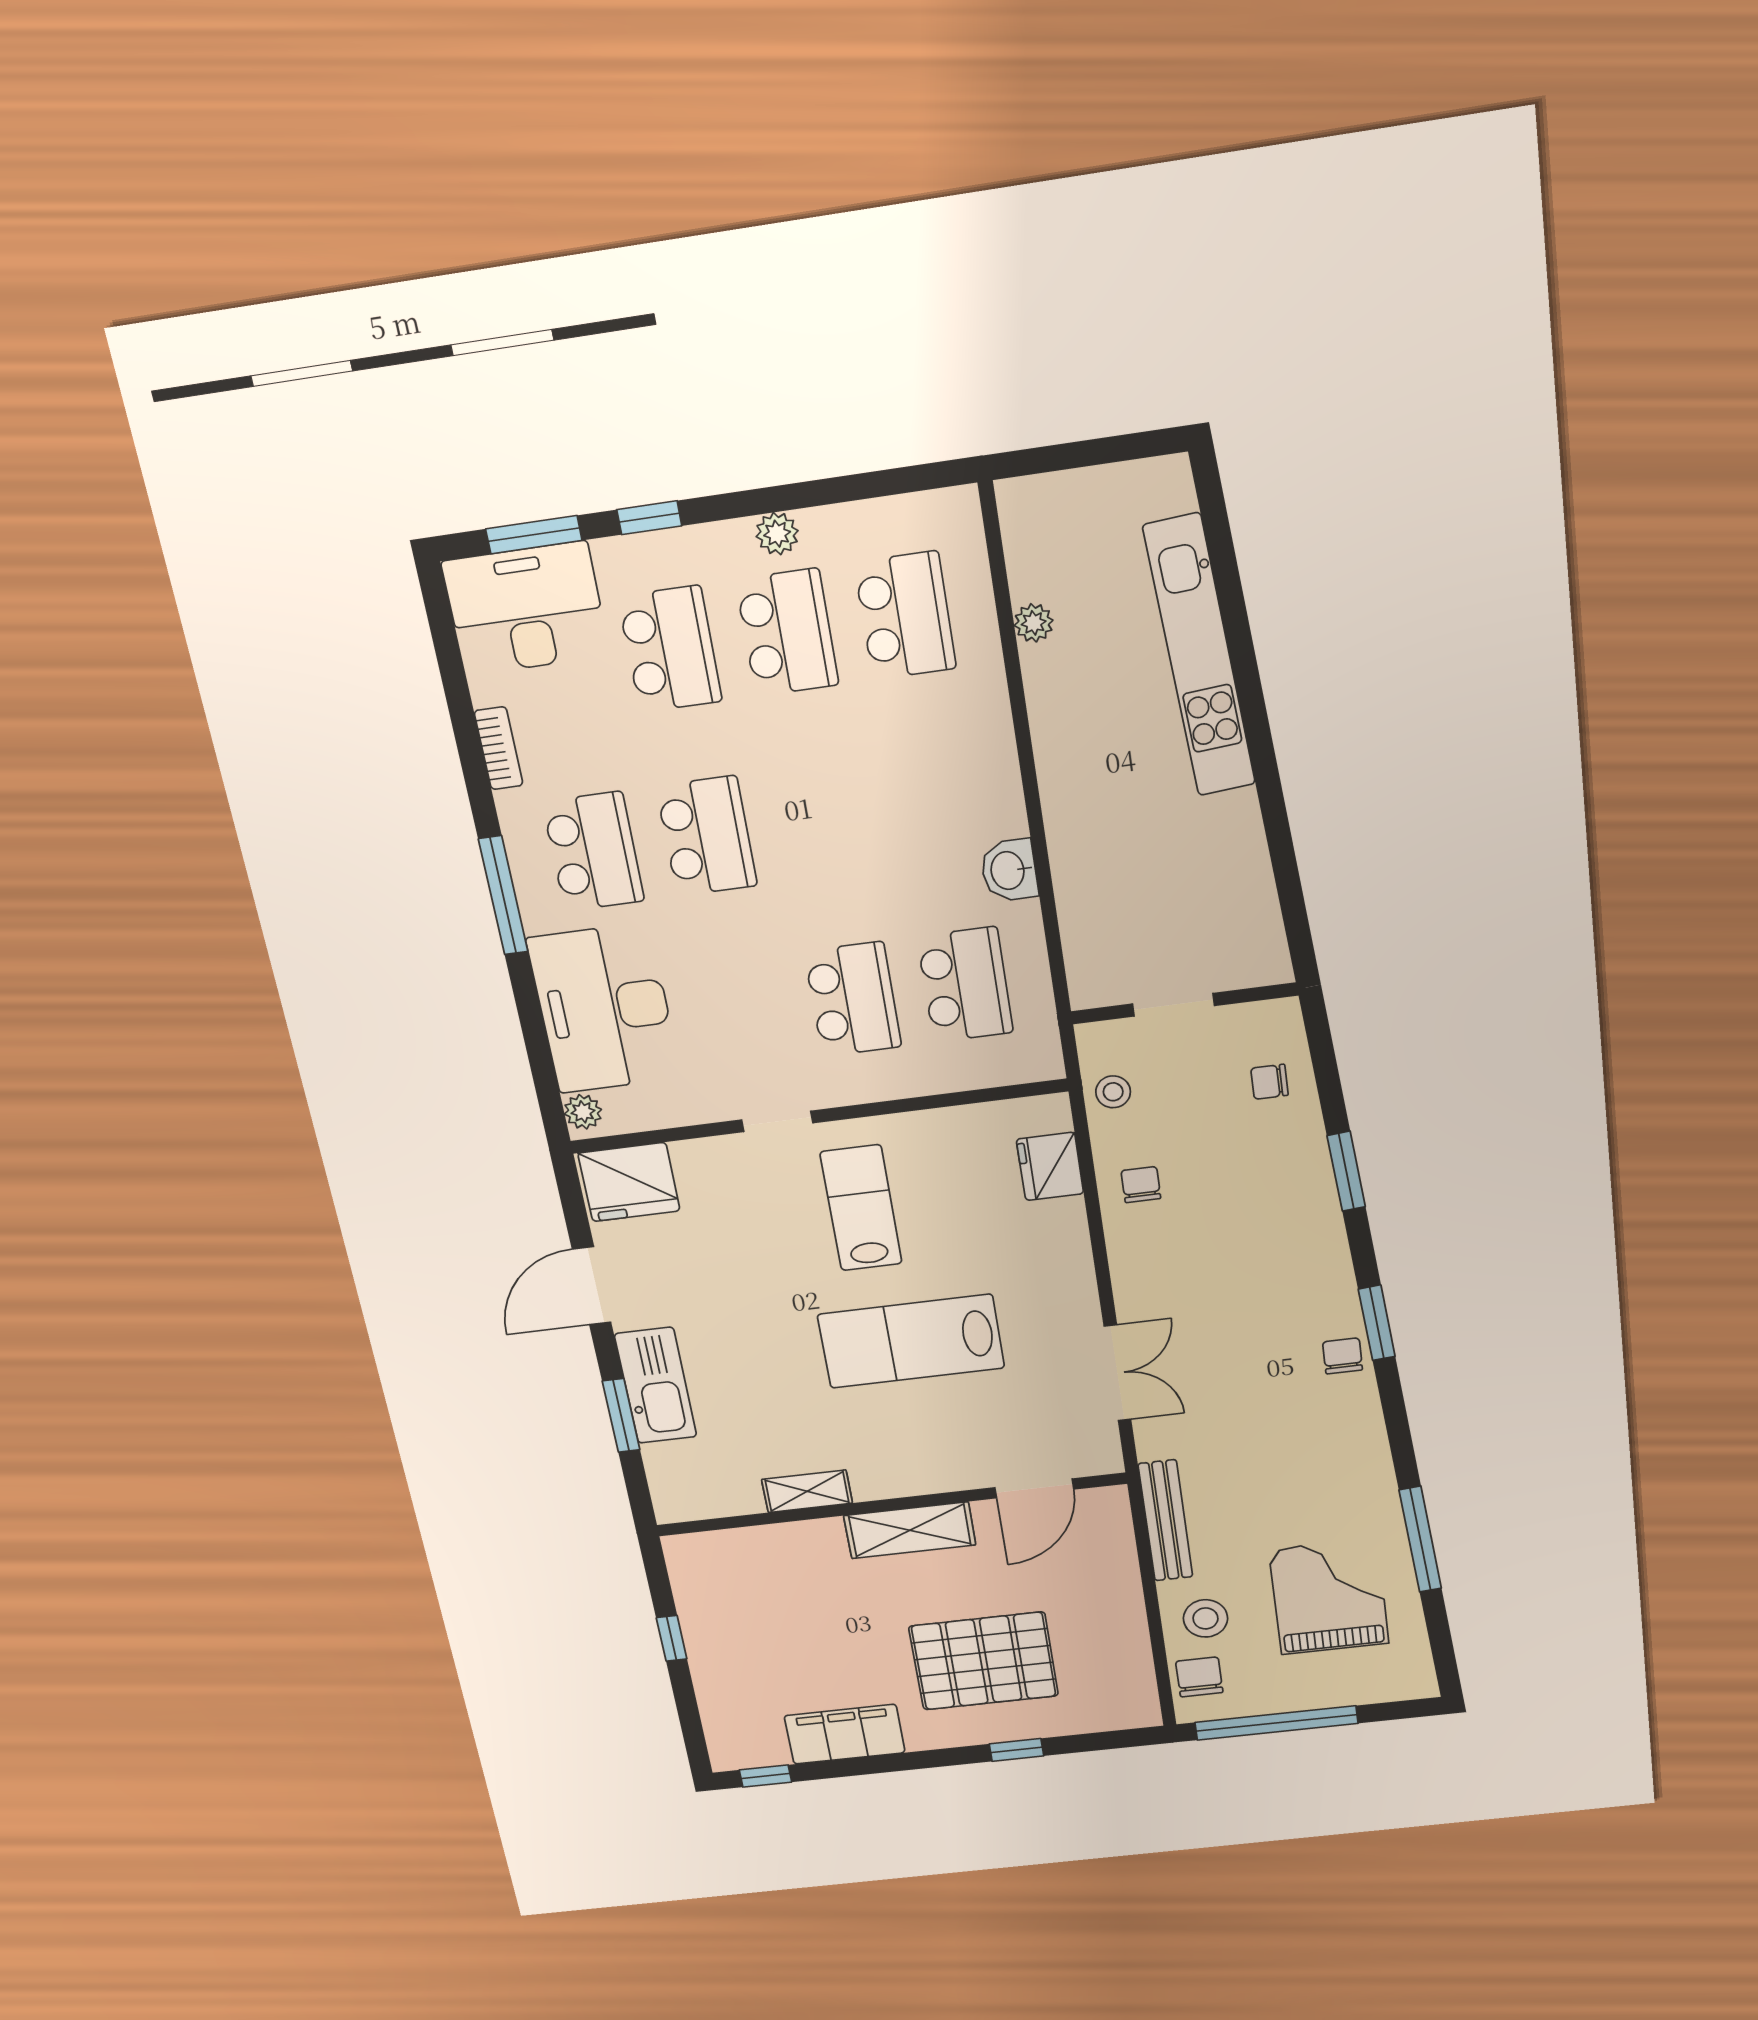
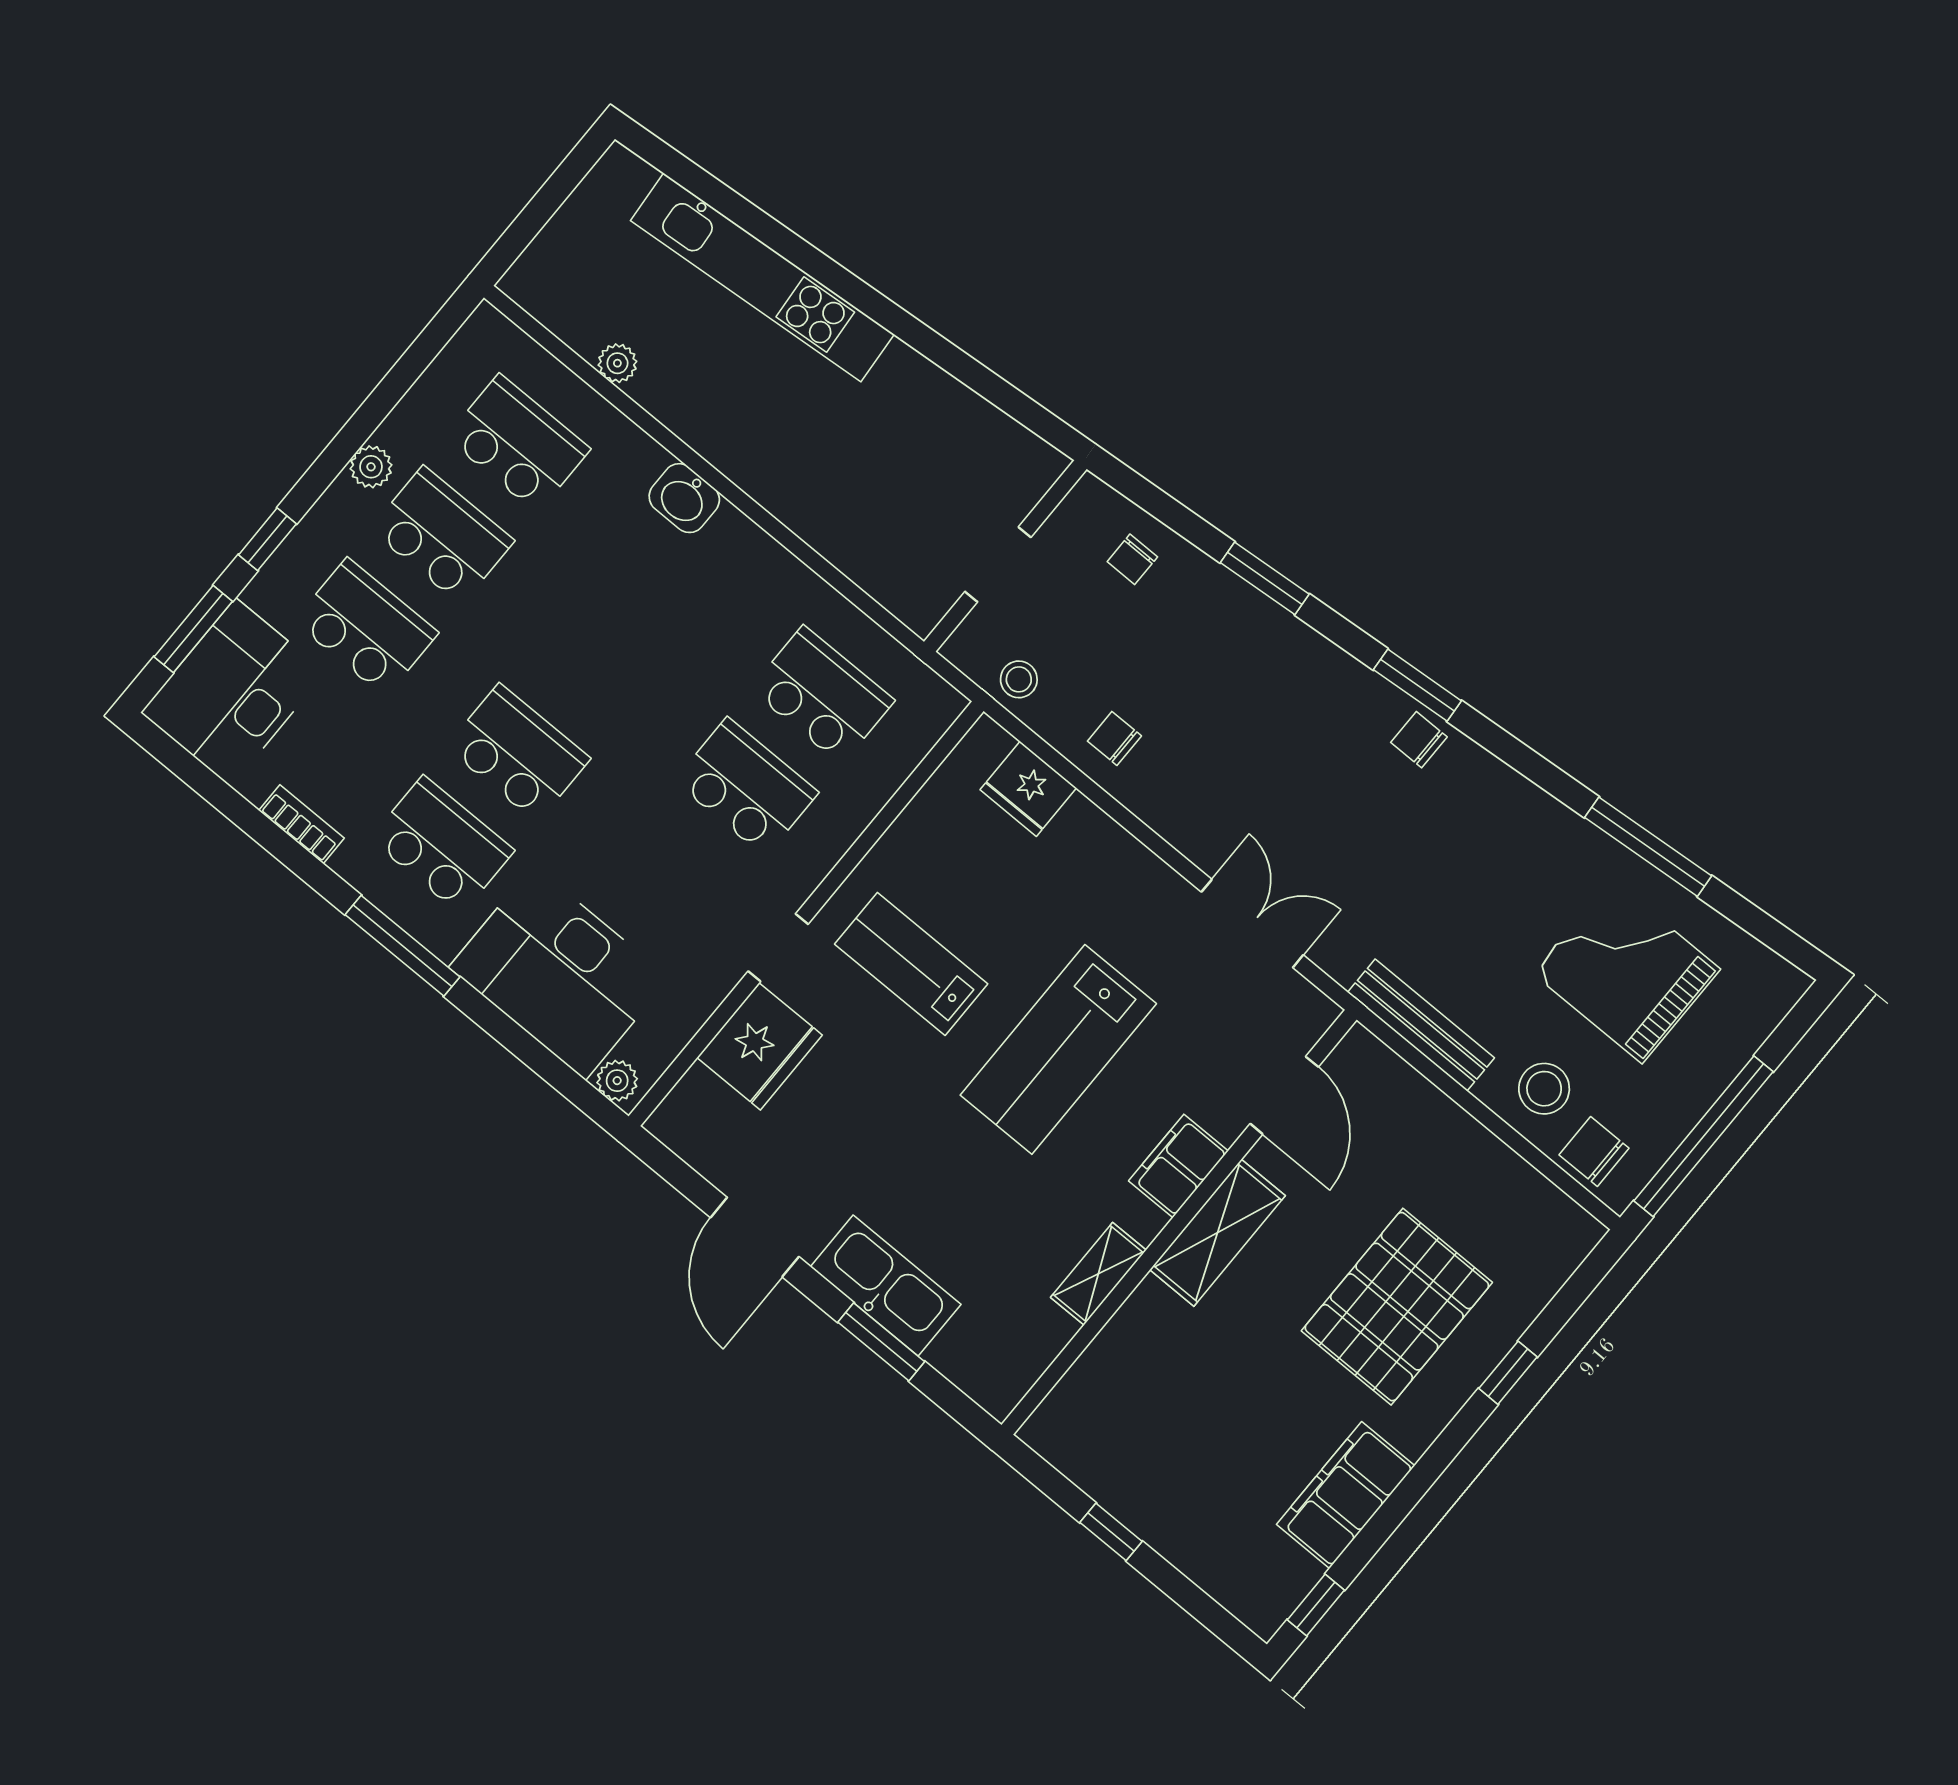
washbasin: (1009, 870) -> (684, 498), moved
fridge: (629, 1182) -> (760, 1046), moved
filing cabinet: (923, 1473) -> (1178, 1166), added

